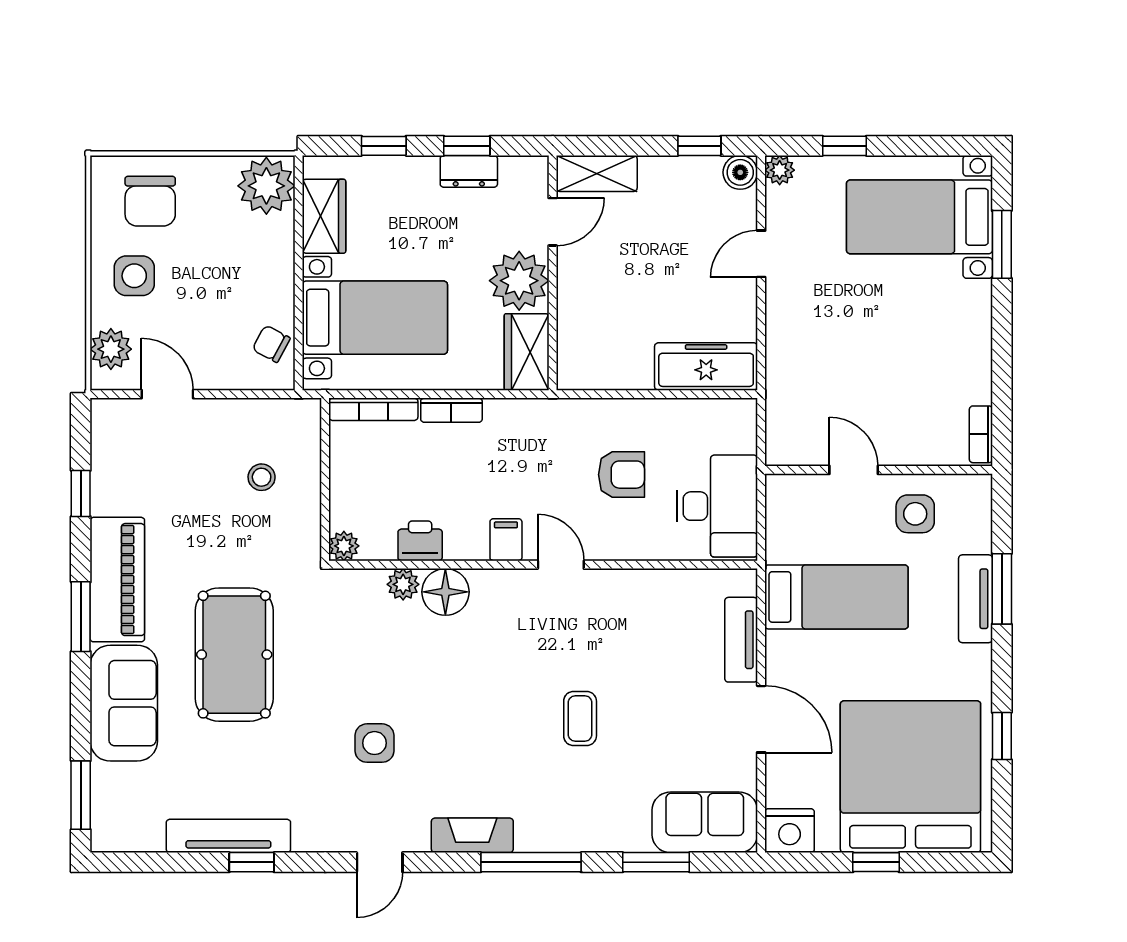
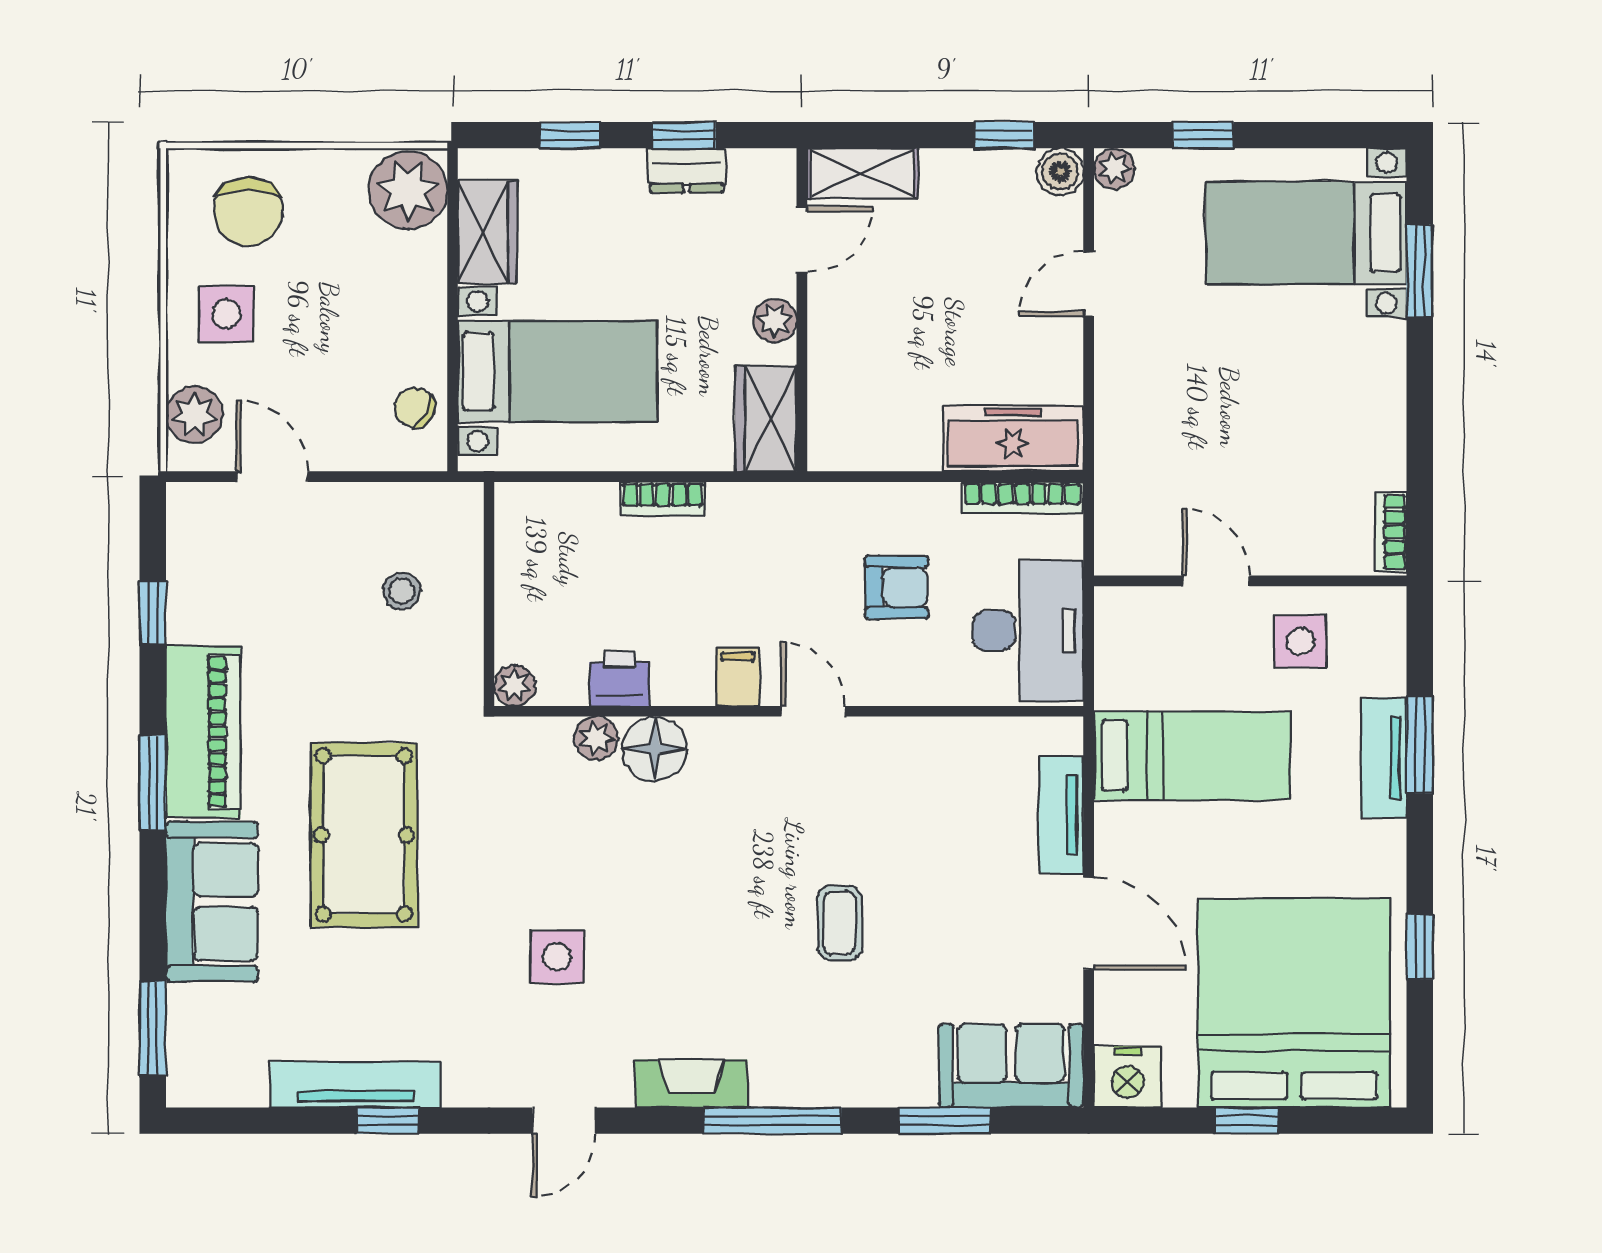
plant: (519, 281) -> (775, 321), width x0.53, depth x0.53
bookcase: (373, 409) -> (1022, 497), moved

